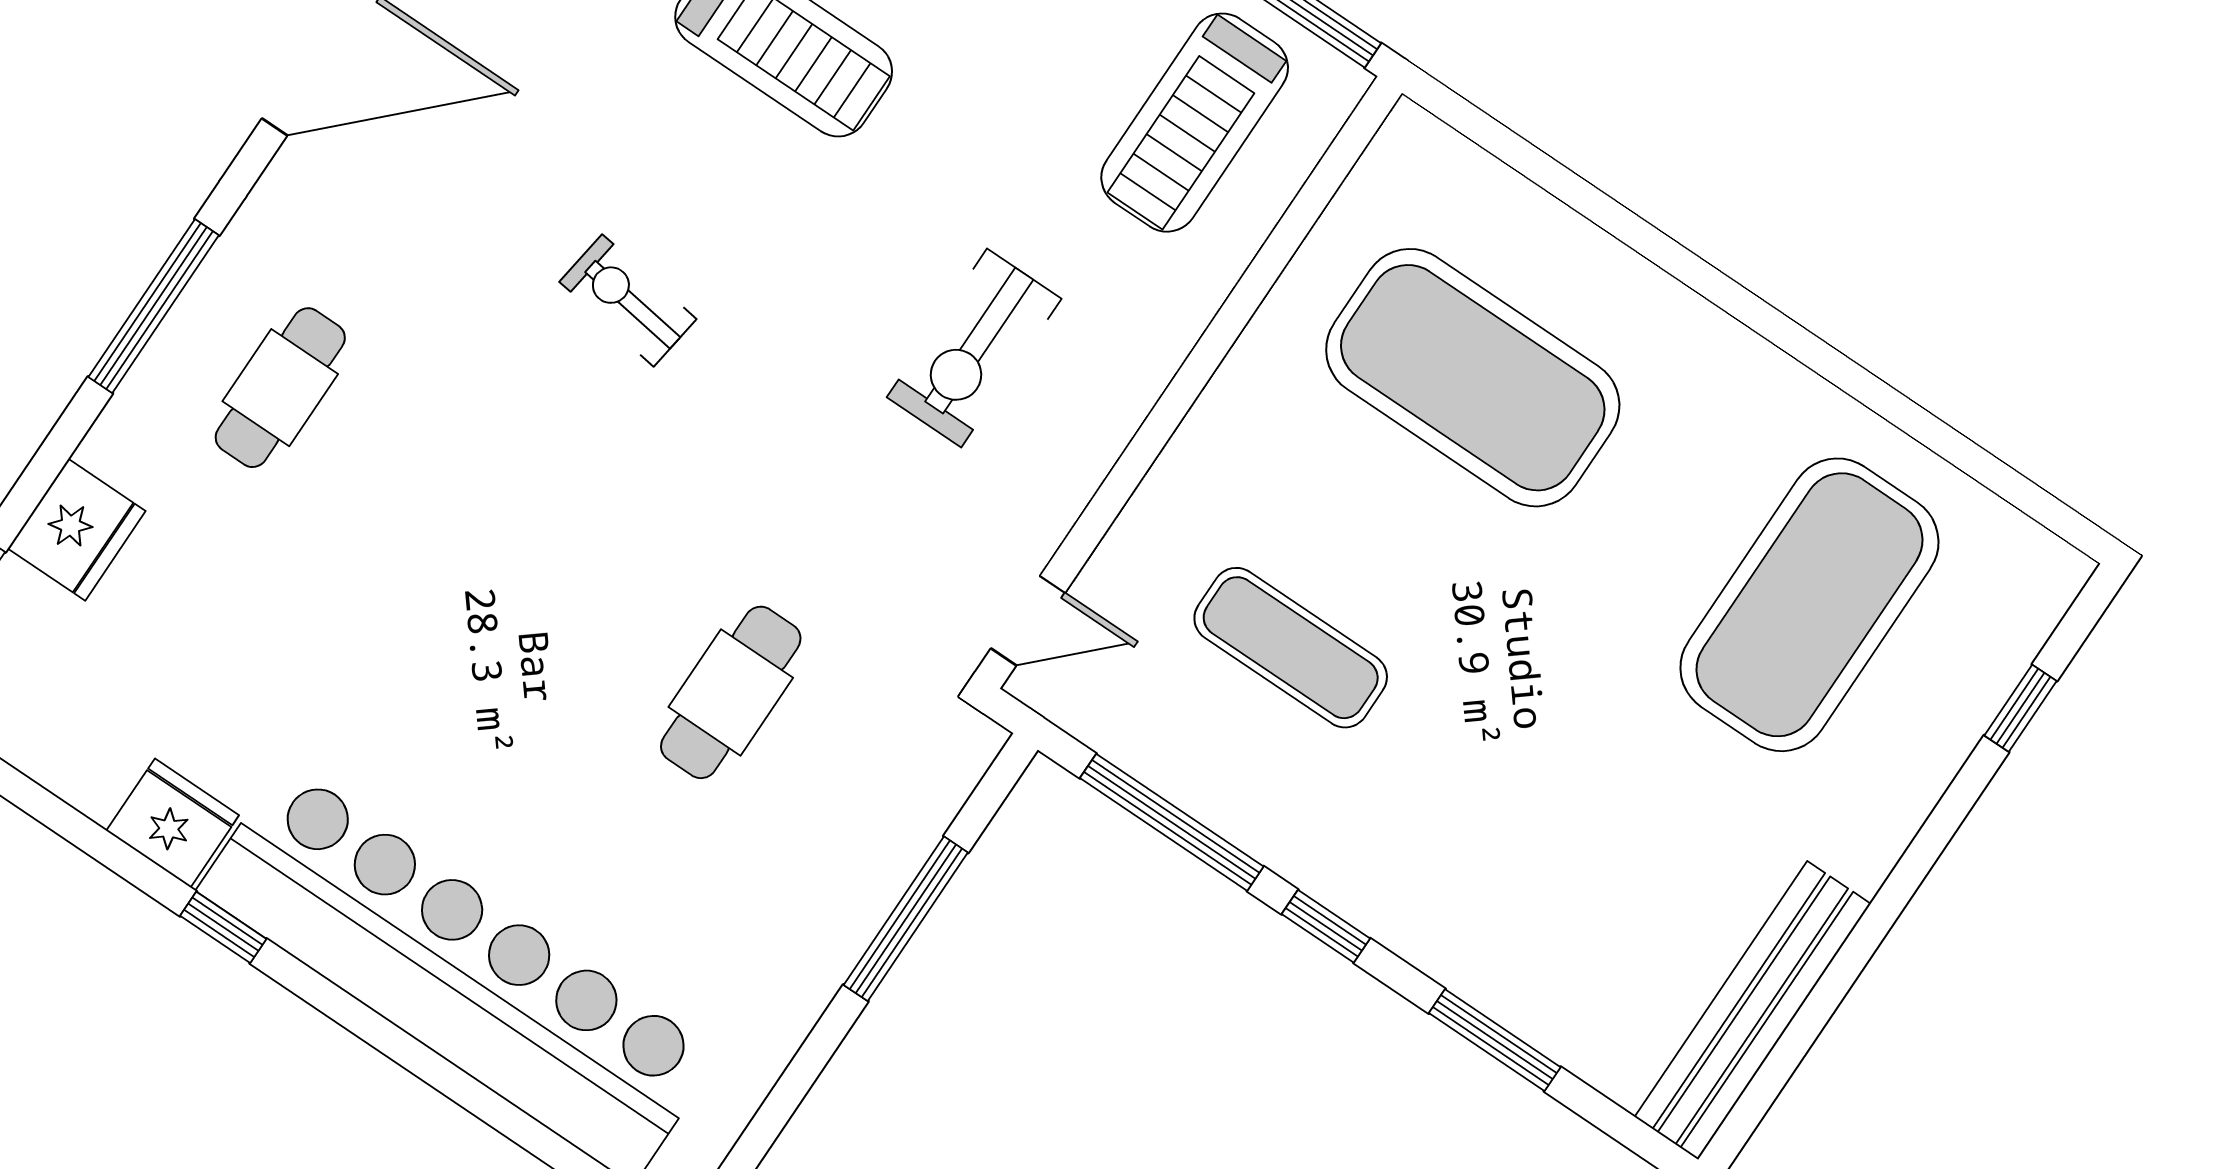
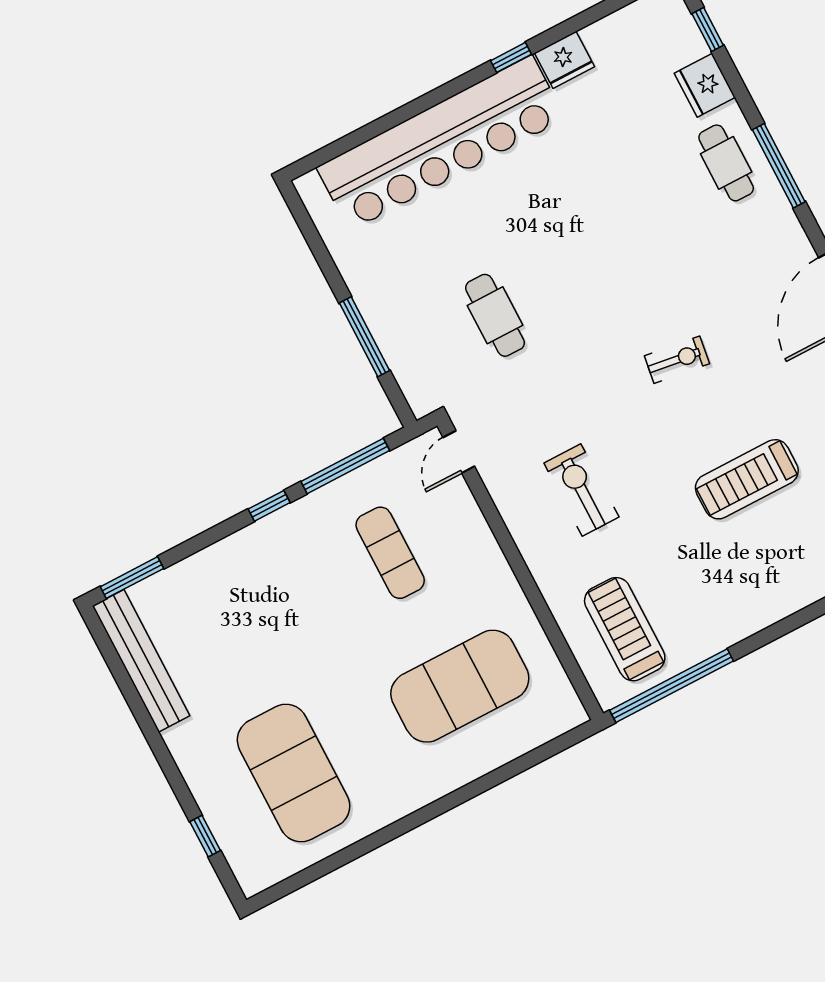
cafe table: (280, 388) -> (726, 163), moved
exercise mat: (1291, 648) -> (390, 553), turned 90
window: (1495, 1040) -> (132, 578), moved

